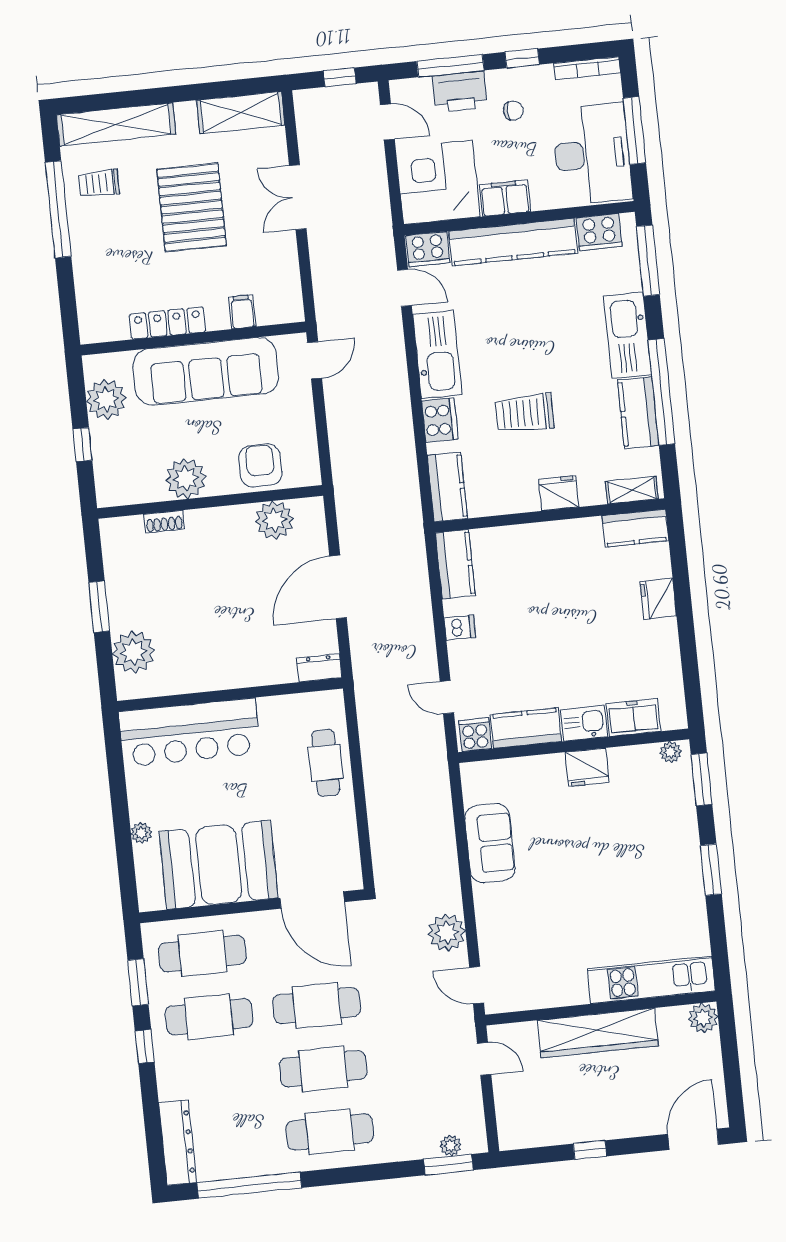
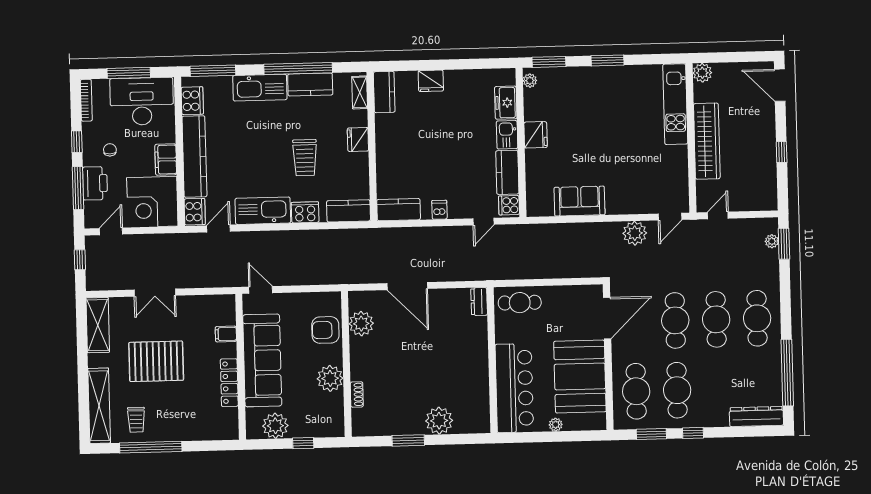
dresser: (319, 668) -> (479, 302), moved
wall: (230, 695) -> (492, 360), moved
bar counter: (189, 732) -> (514, 388), moved

